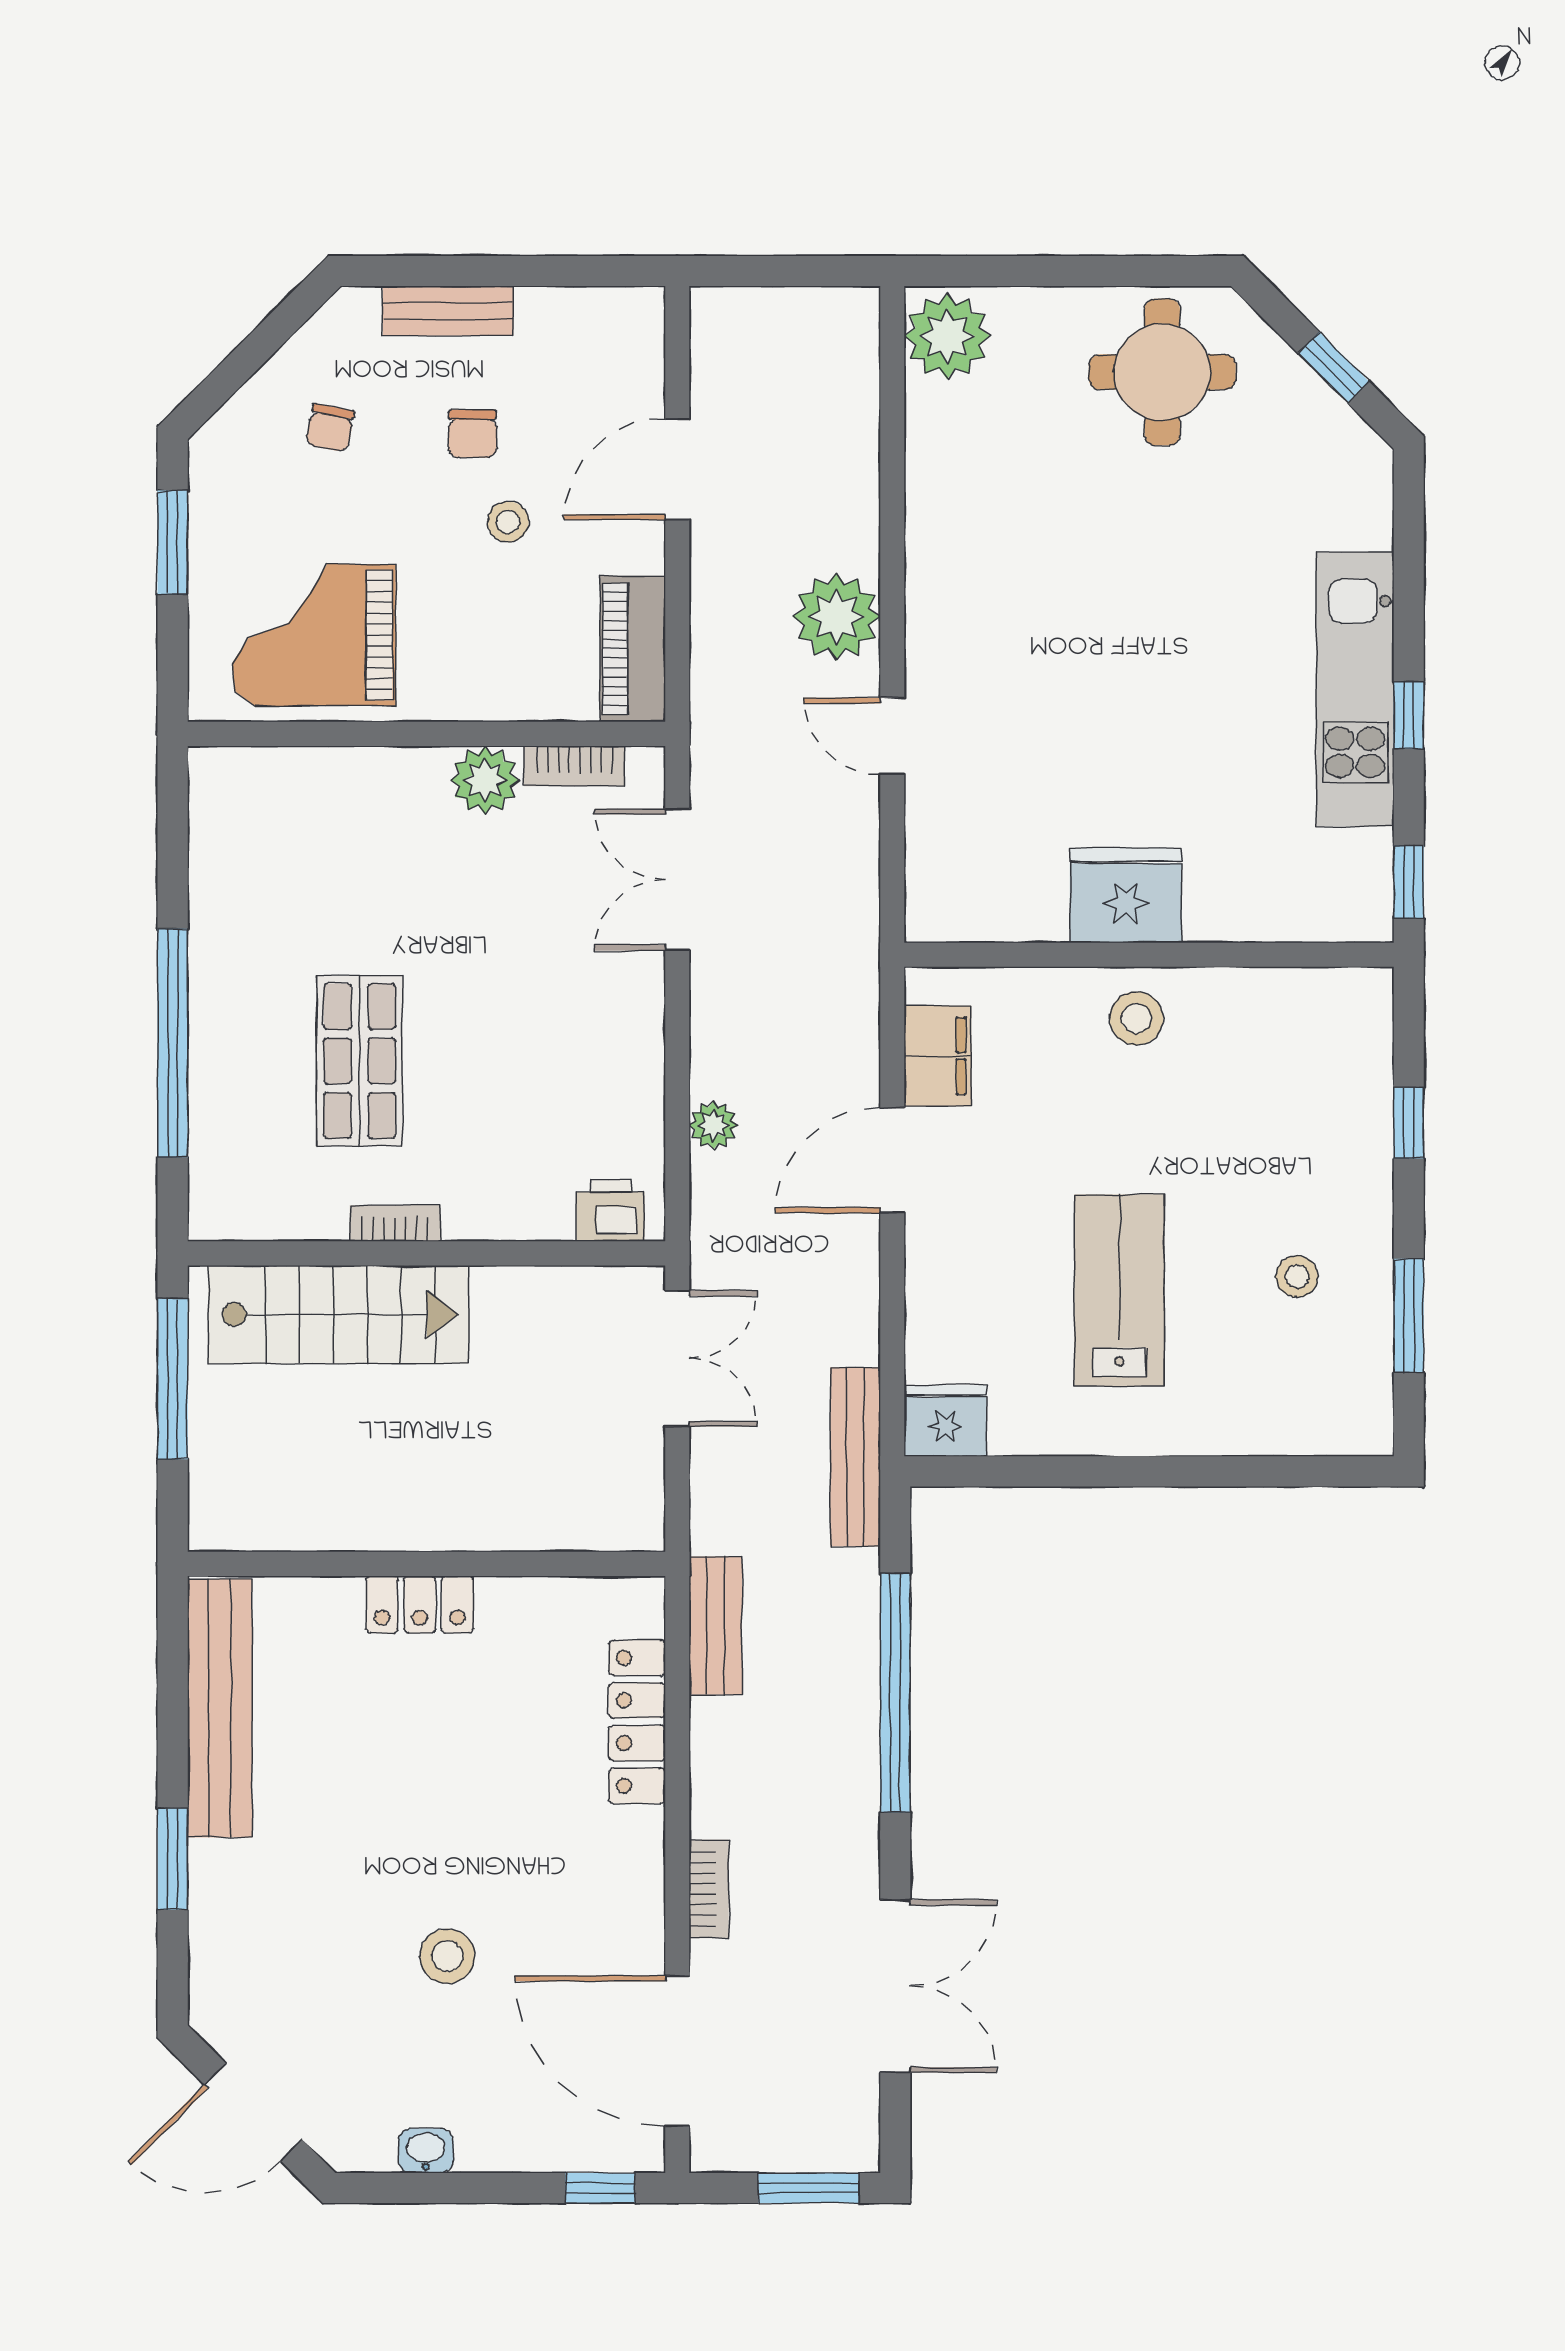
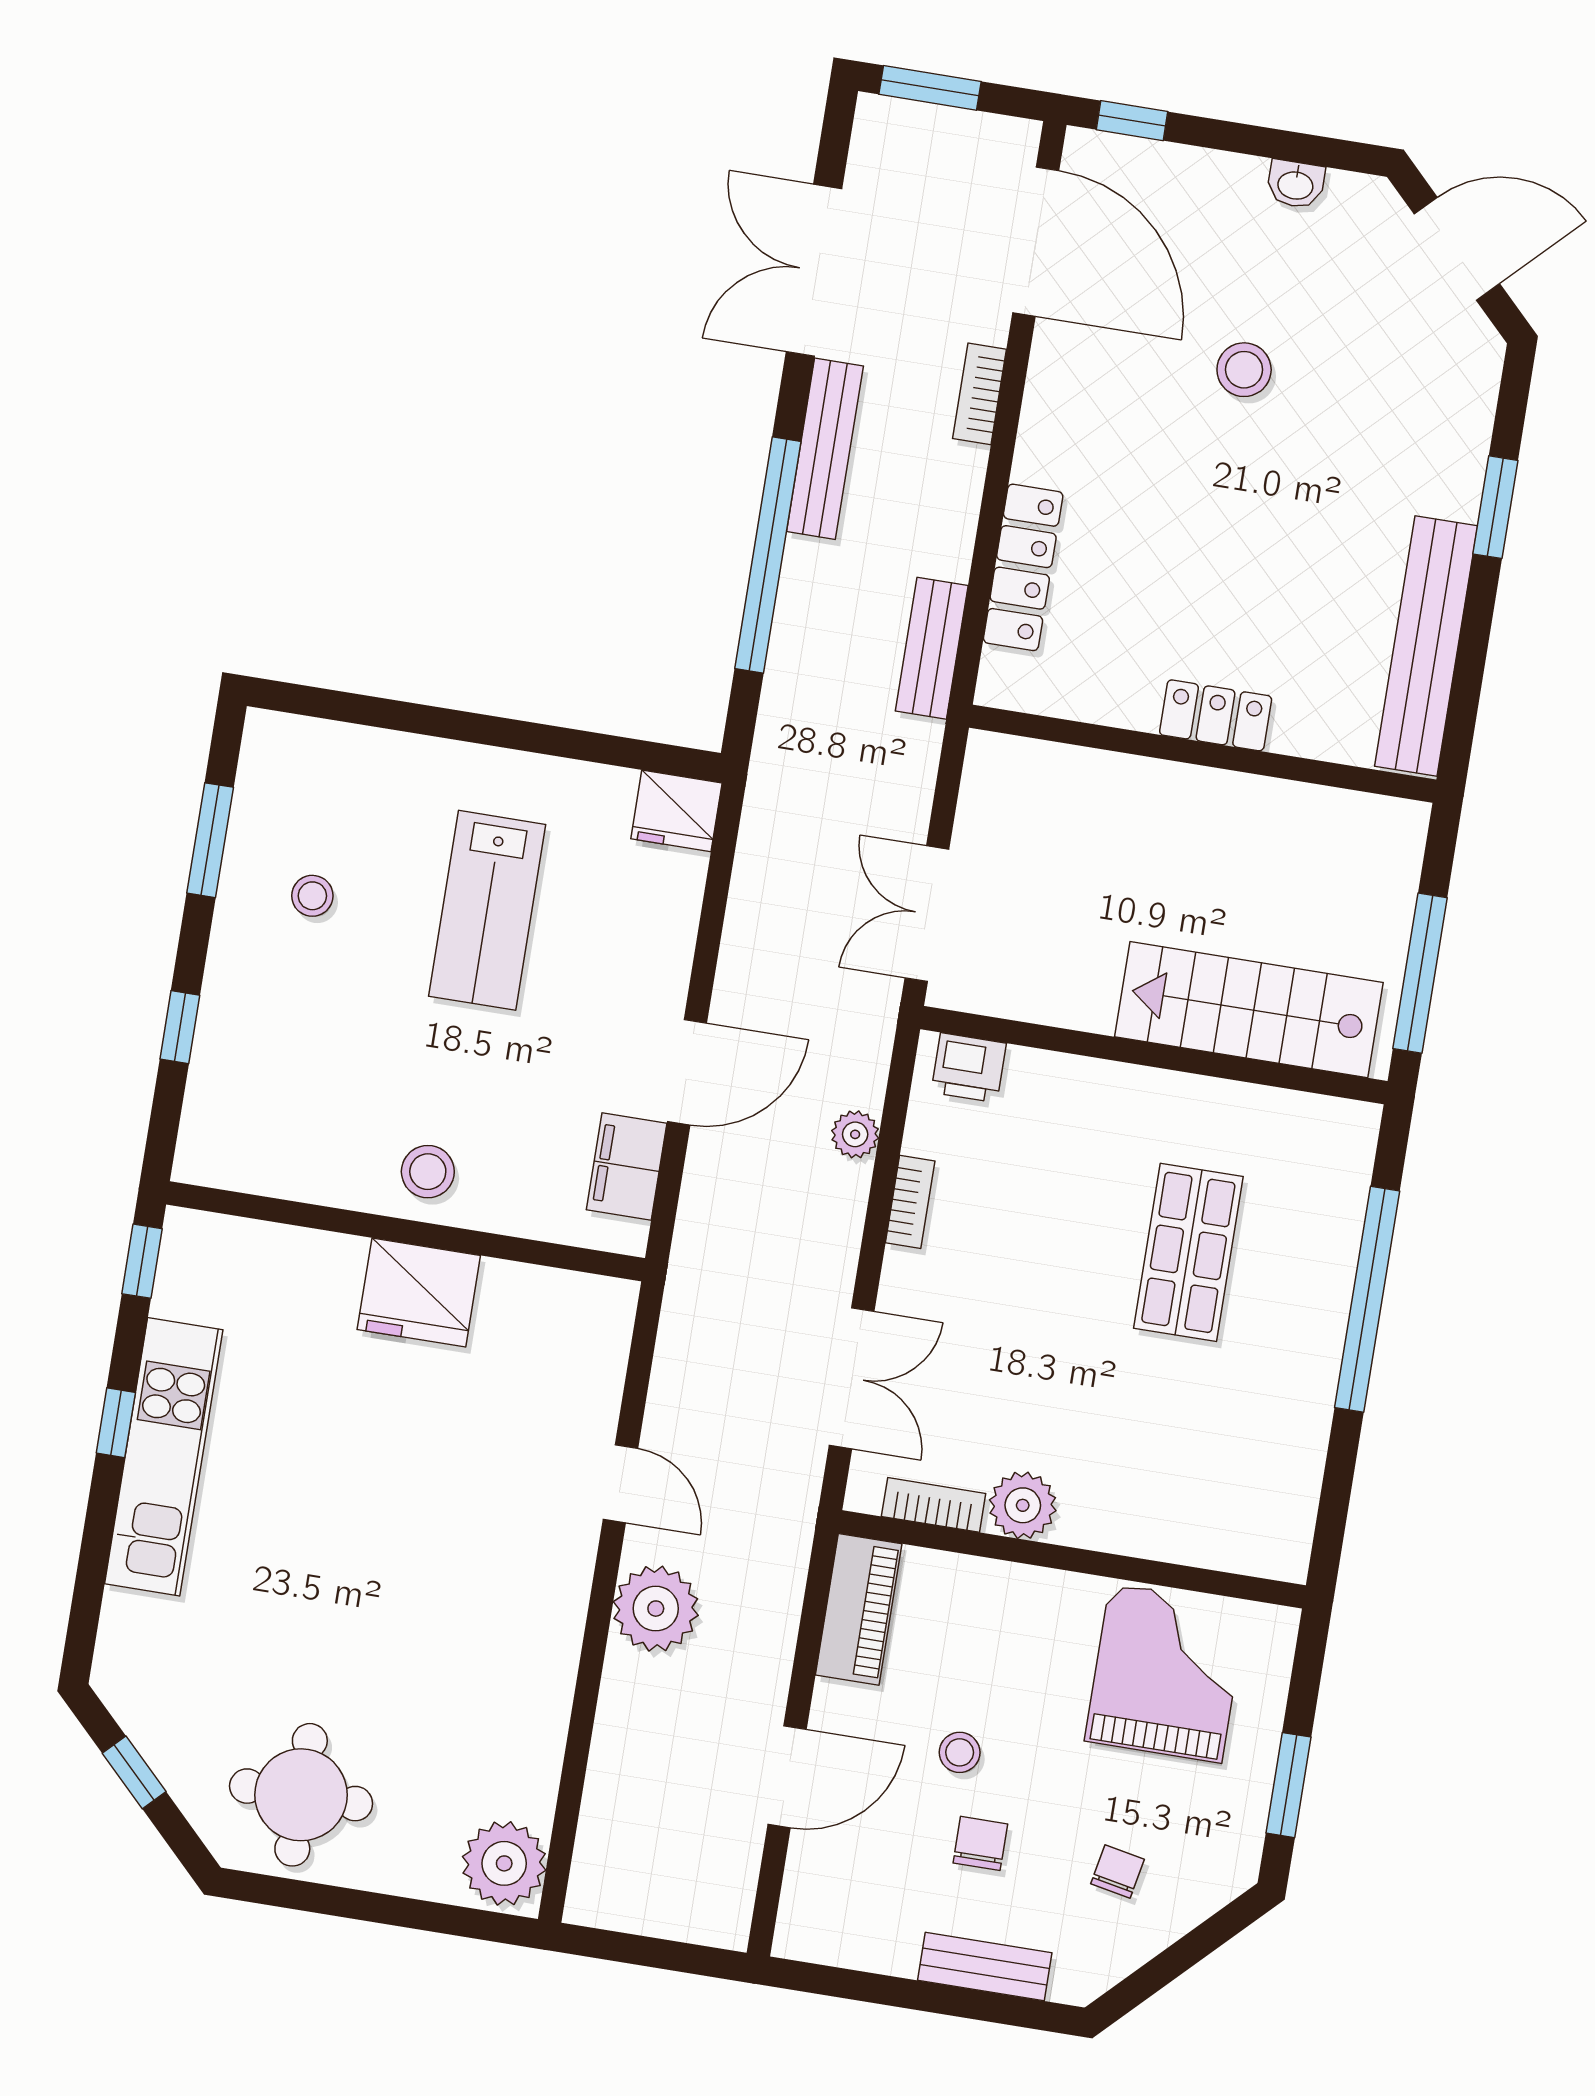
grand piano: (314, 635) -> (1166, 1673), turned -90
bookcase: (395, 1223) -> (910, 1202), moved, turned -90
bench: (855, 1457) -> (825, 449), moved

